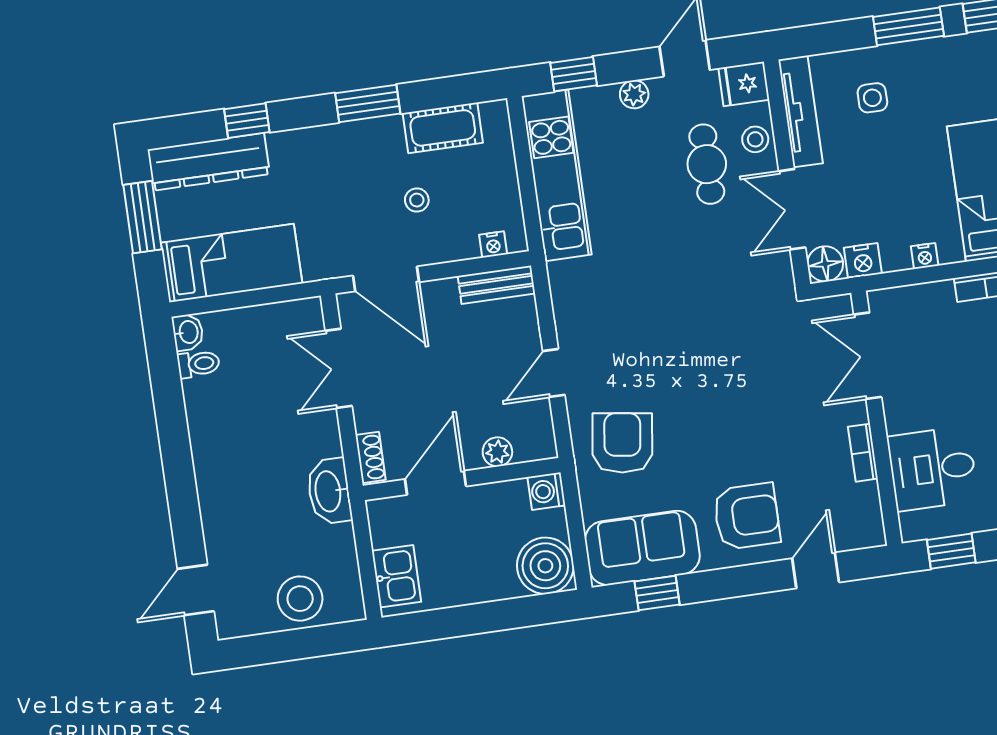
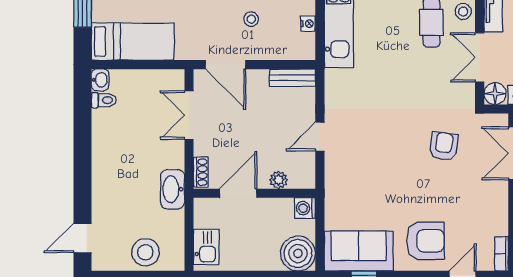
nightstand: (493, 244) -> (308, 24), moved, turned -90
armchair: (622, 443) -> (444, 146), moved, width x0.72, depth x0.72
bookcase: (863, 453) -> (502, 254), moved

